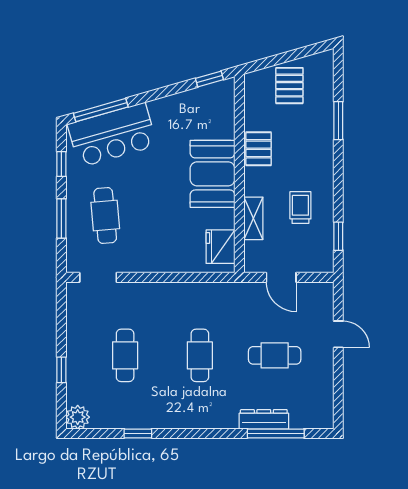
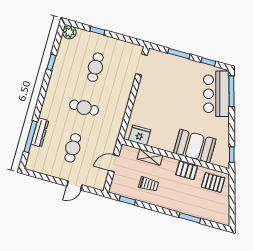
pallet: (289, 86) -> (213, 183), moved
booth: (213, 174) -> (195, 146), moved
cafe table: (105, 216) -> (174, 78), removed
cafe table: (125, 355) -> (95, 67), turned 90

